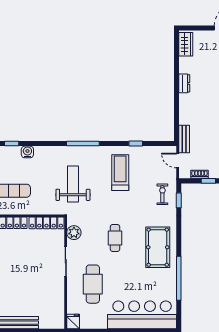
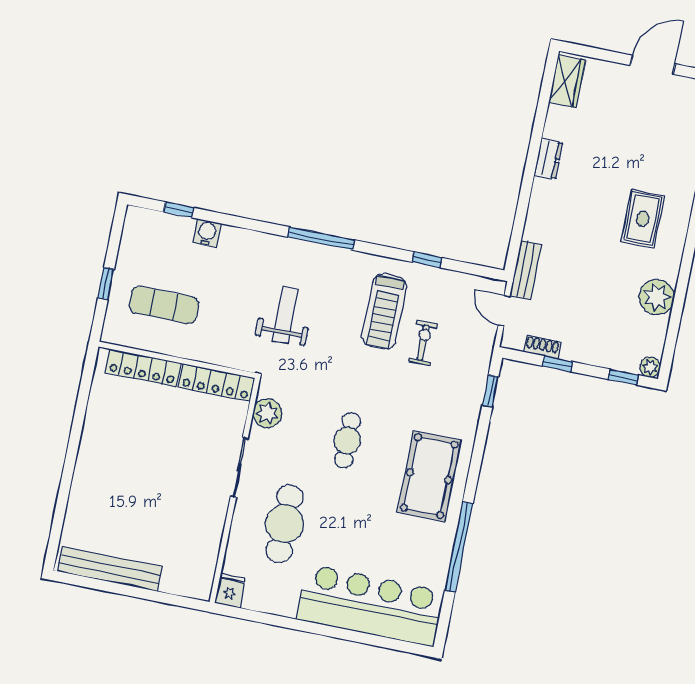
treadmill: (120, 173) -> (384, 312), turned 180
weight bench: (73, 184) -> (285, 315), width x0.73, depth x0.75
exercise bike: (162, 194) -> (423, 343), moved

